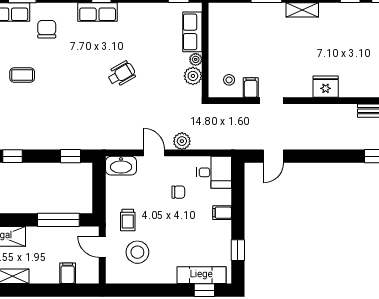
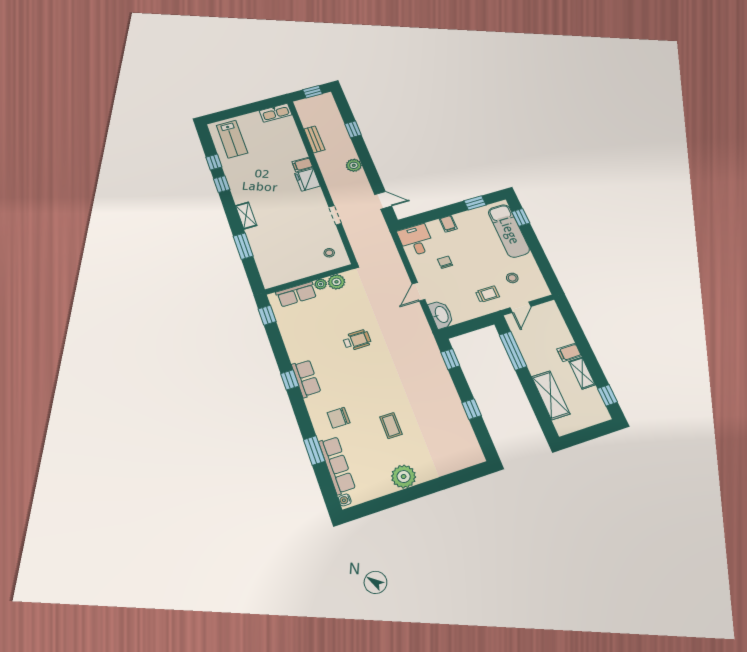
wheelchair: (121, 74) -> (357, 340), turned 120
filing cabinet: (251, 88) -> (302, 165), moved
plant: (182, 141) -> (354, 165), moved
stool: (137, 252) -> (512, 278), width x0.53, depth x0.53
filing cabinet: (68, 273) -> (569, 352), moved
exam couch: (201, 275) -> (509, 231), width x1.36, depth x1.45

